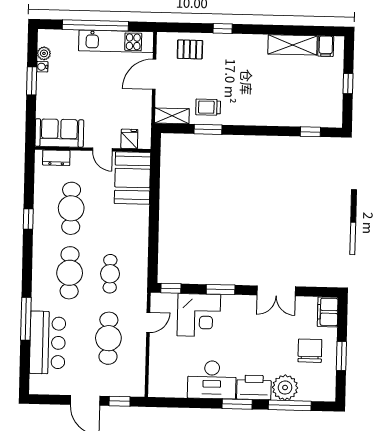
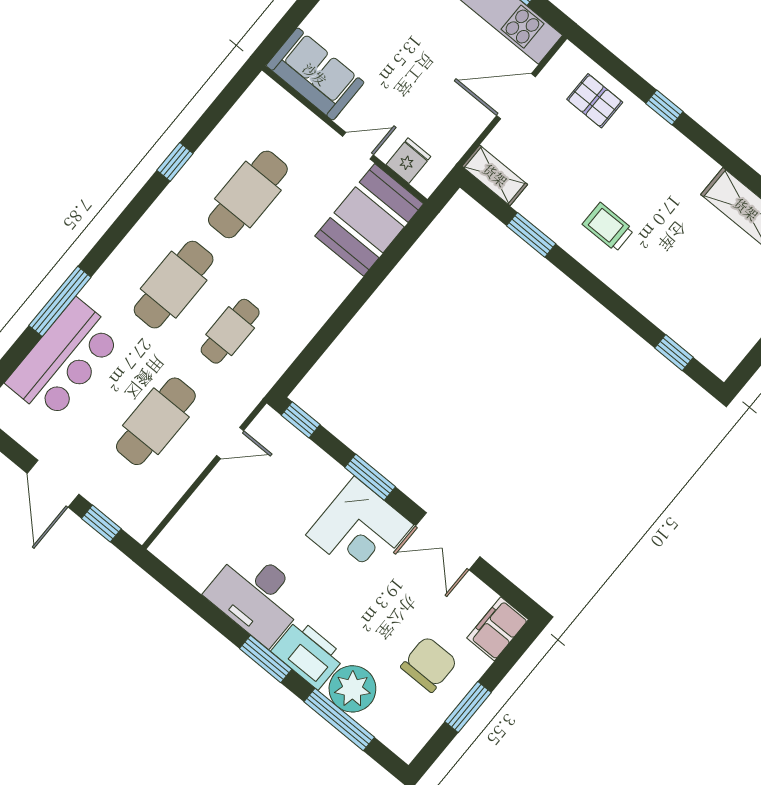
trolley: (208, 107) -> (608, 227), moved
door: (102, 150) -> (358, 146), swing flipped
dresser: (56, 158) -> (283, 106), removed
corner desk: (199, 315) -> (360, 530), moved

